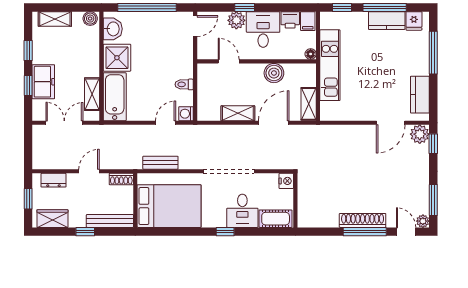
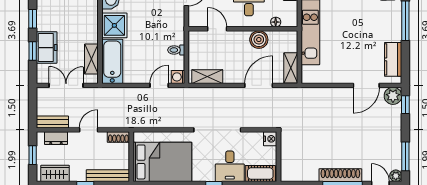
floor lamp: (311, 54) -> (276, 22), moved
shelving: (238, 113) -> (207, 77), moved
bench: (160, 163) -> (52, 122), moved

